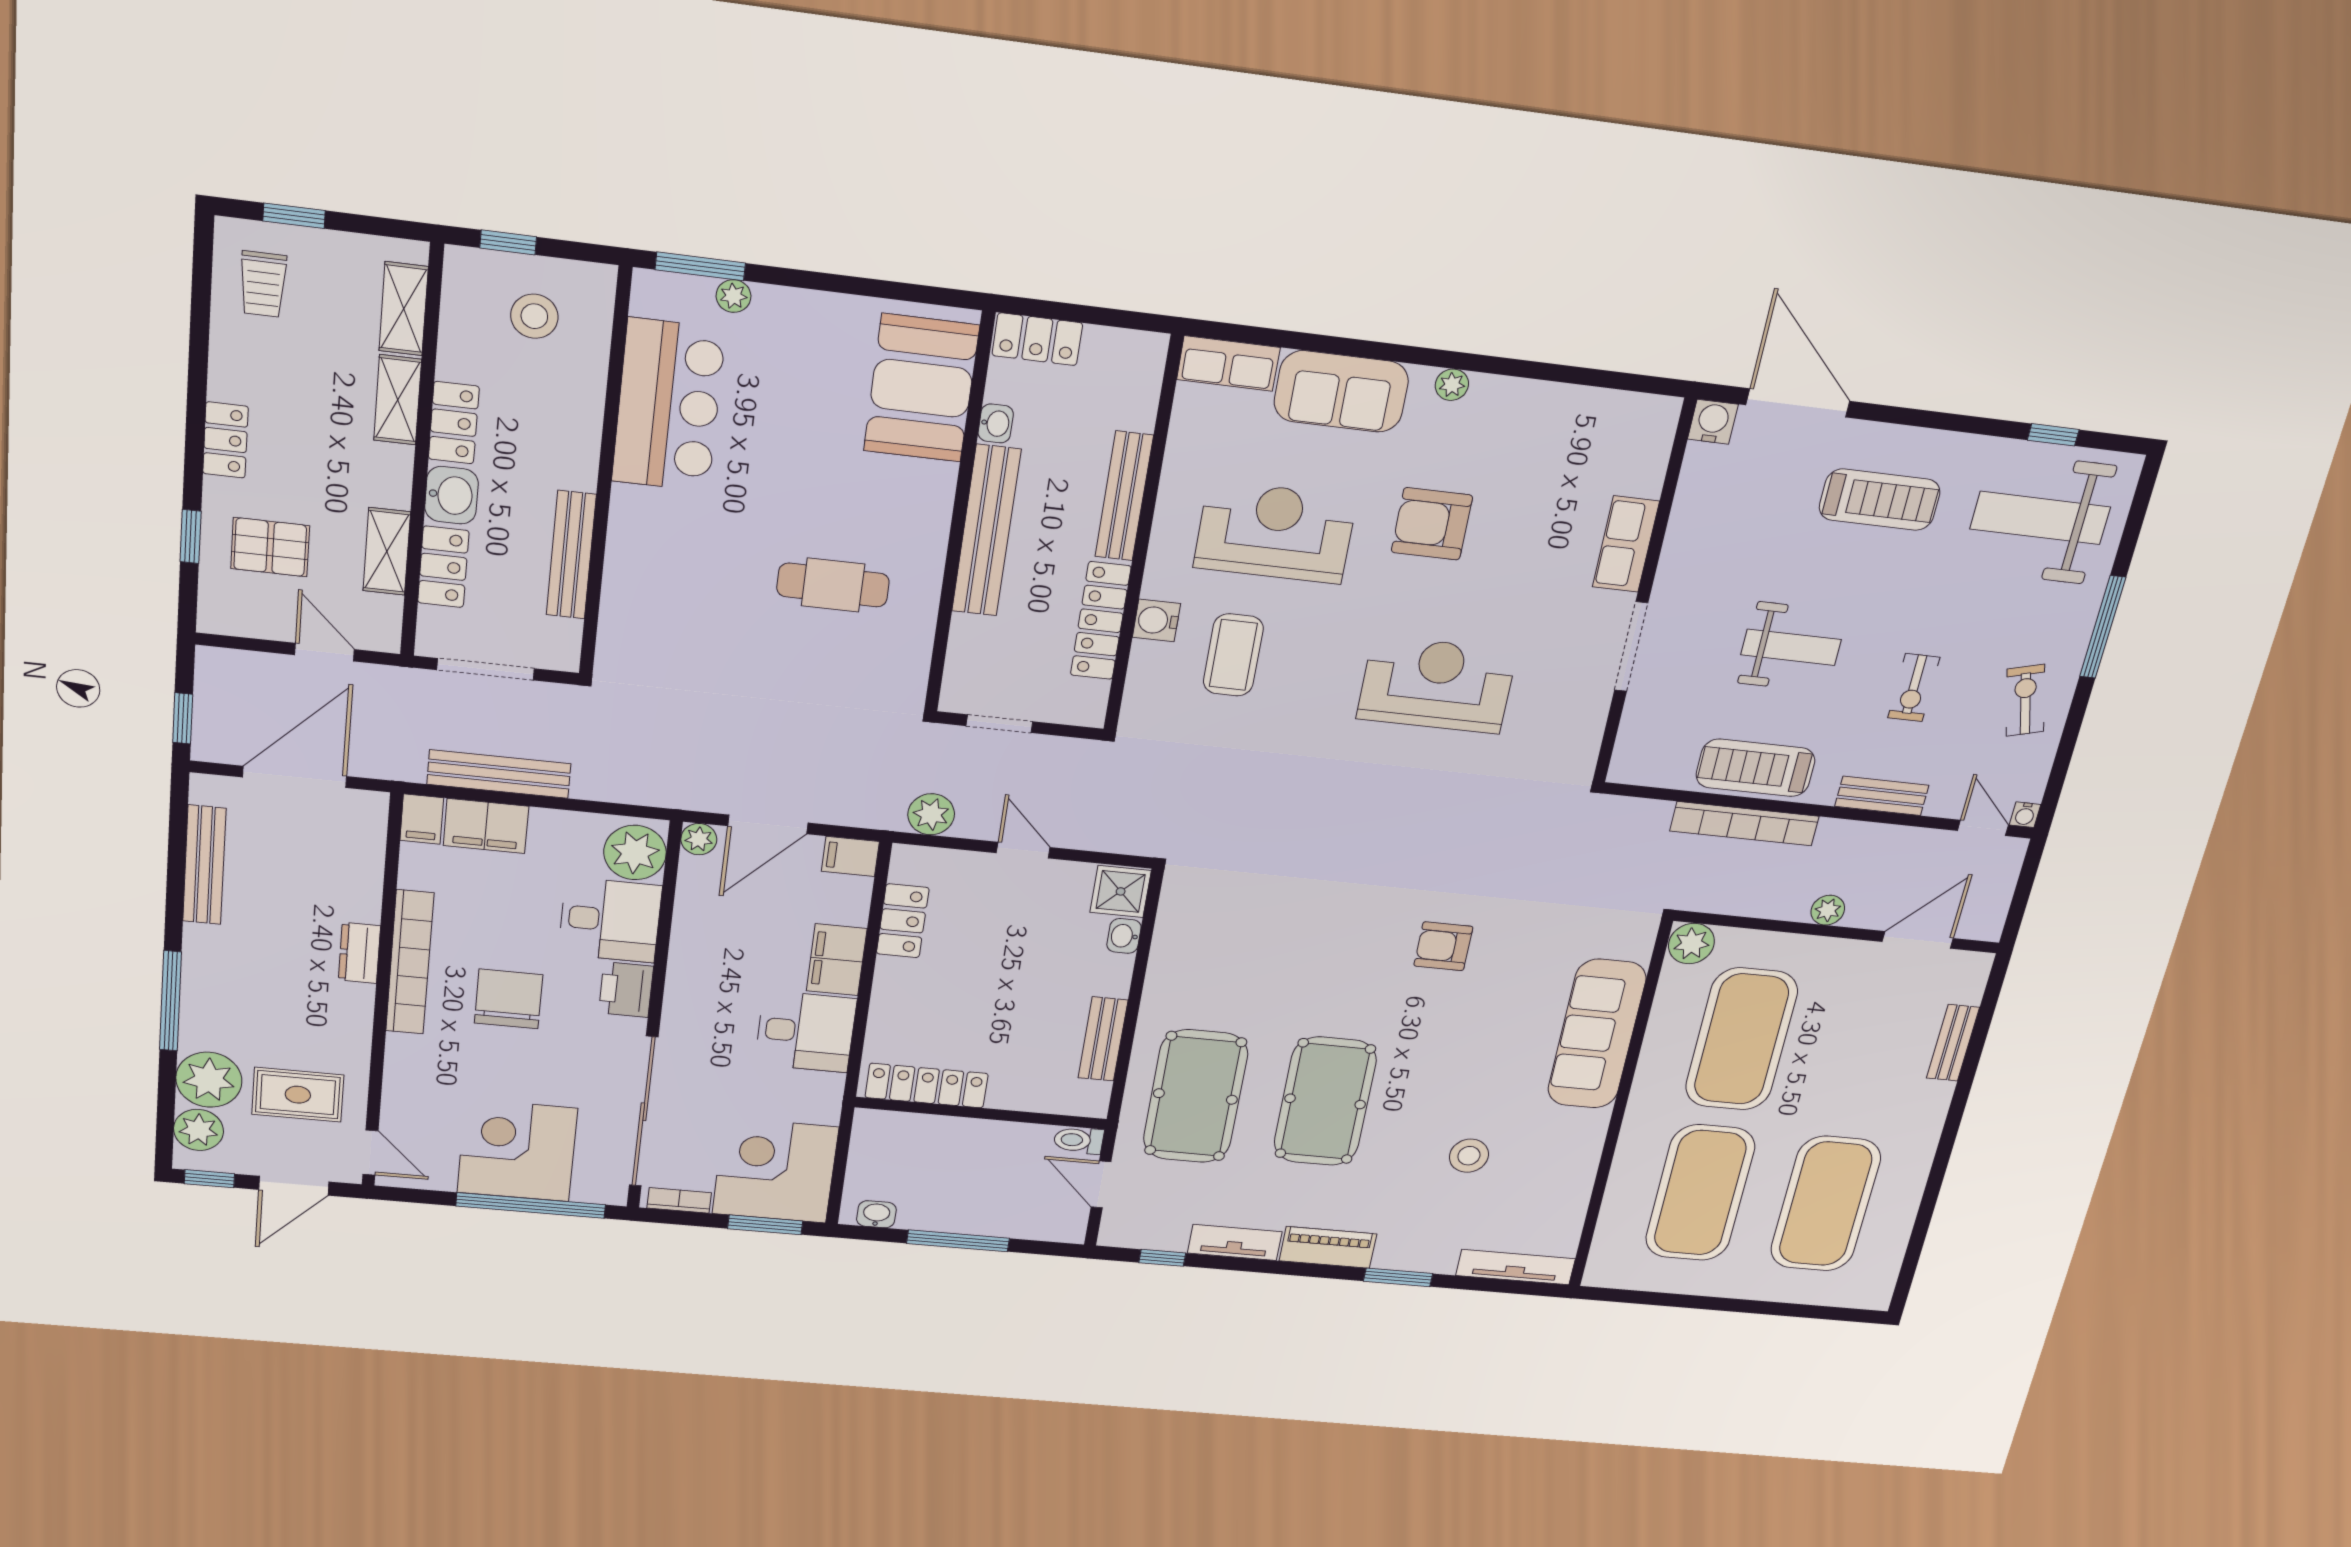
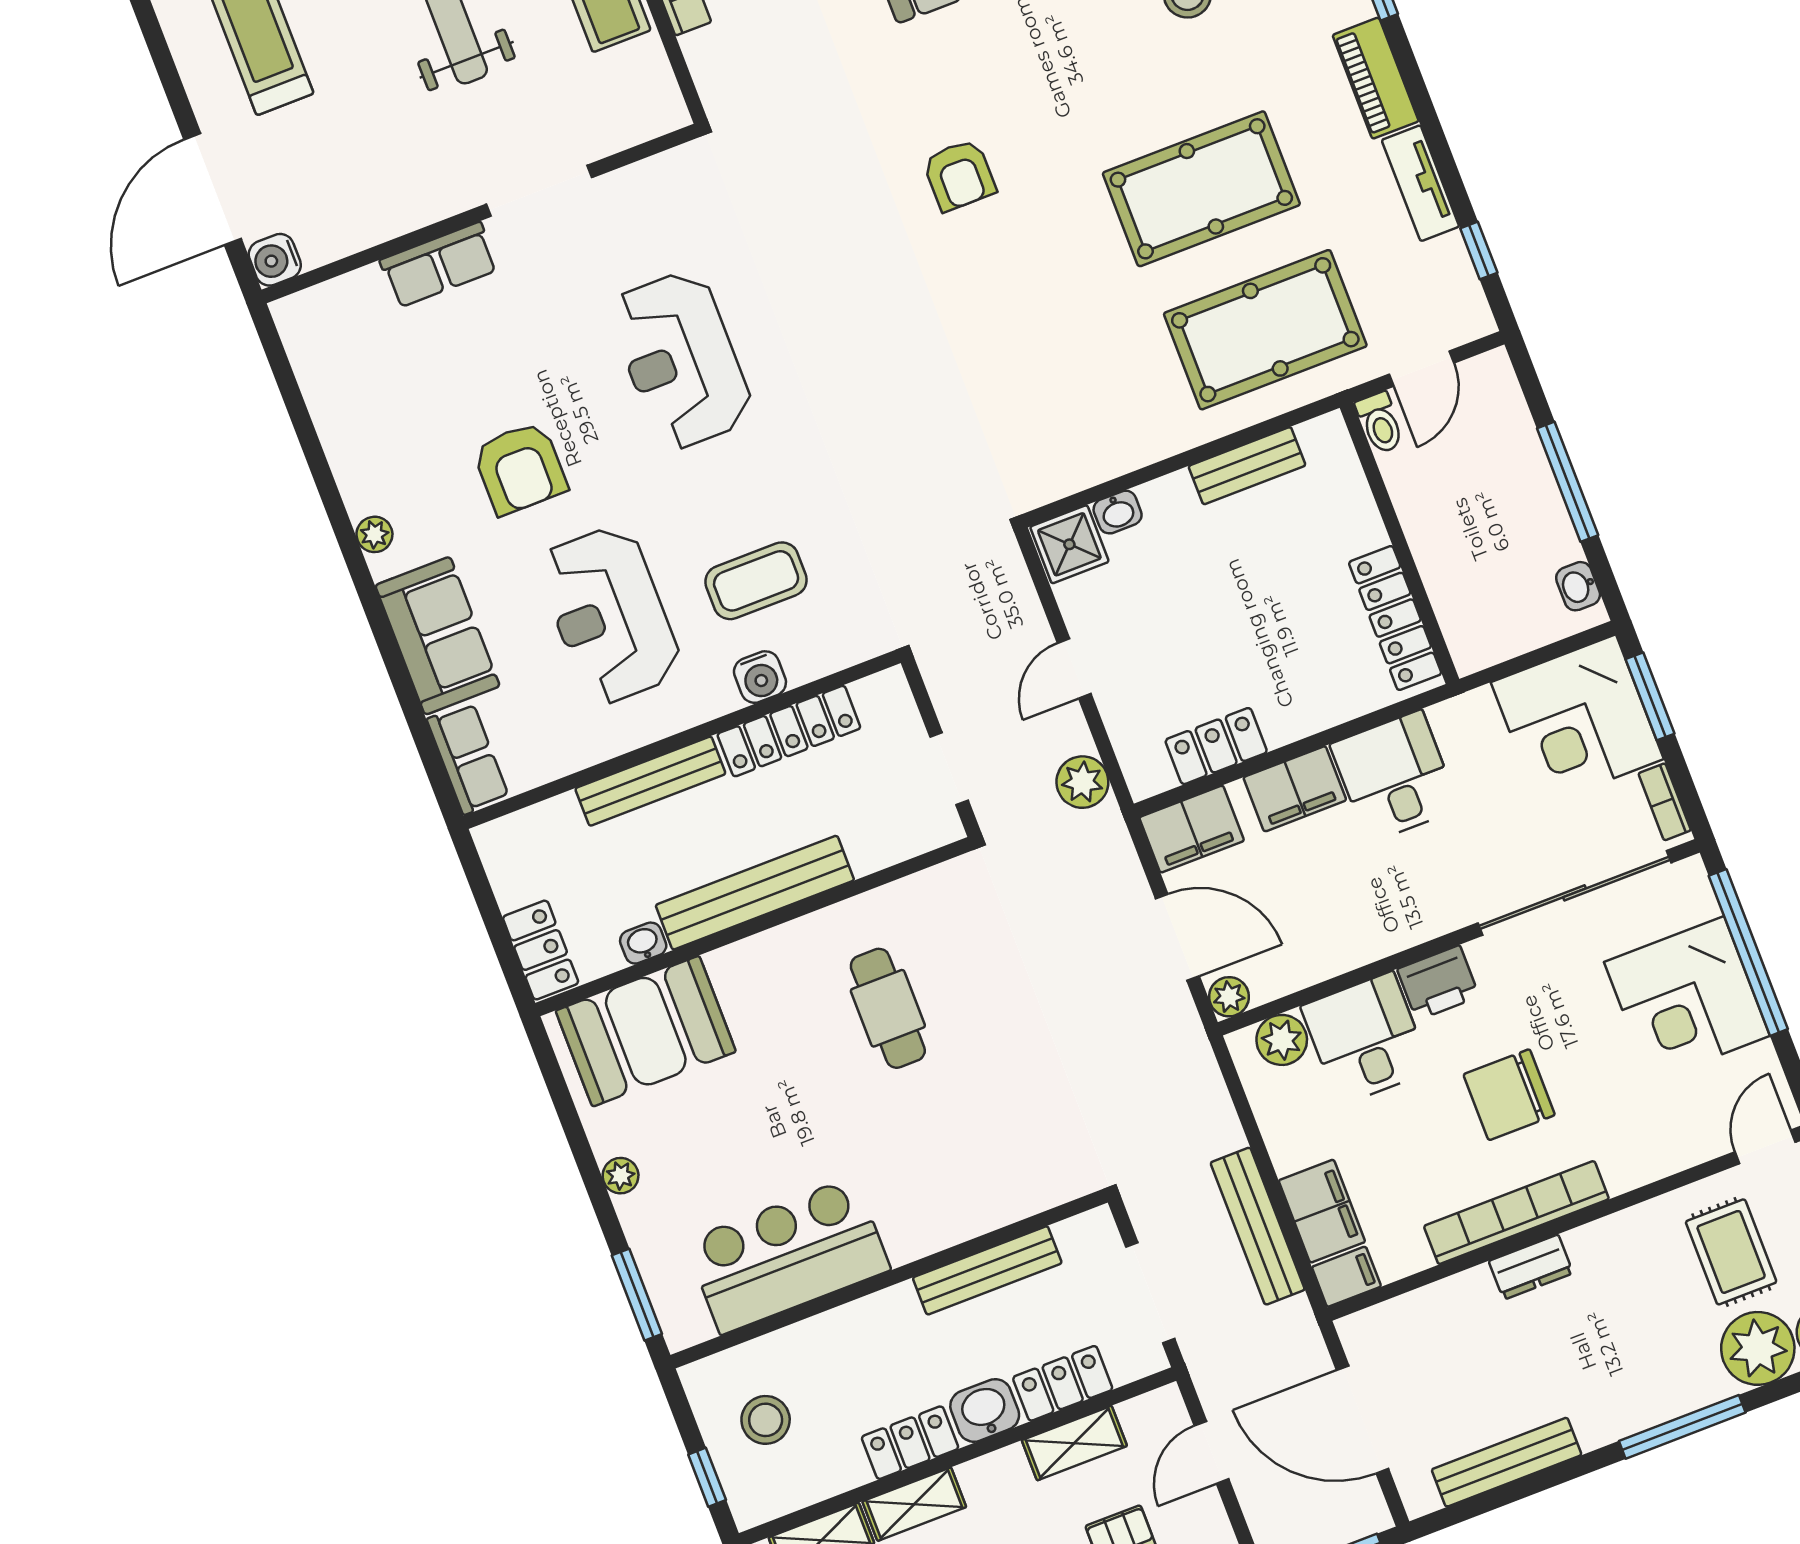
plant: (734, 296) -> (621, 1176), moved
plant: (635, 853) -> (1282, 1040), width x0.73, depth x0.73
filing cabinet: (850, 856) -> (1192, 829), width x2.00

